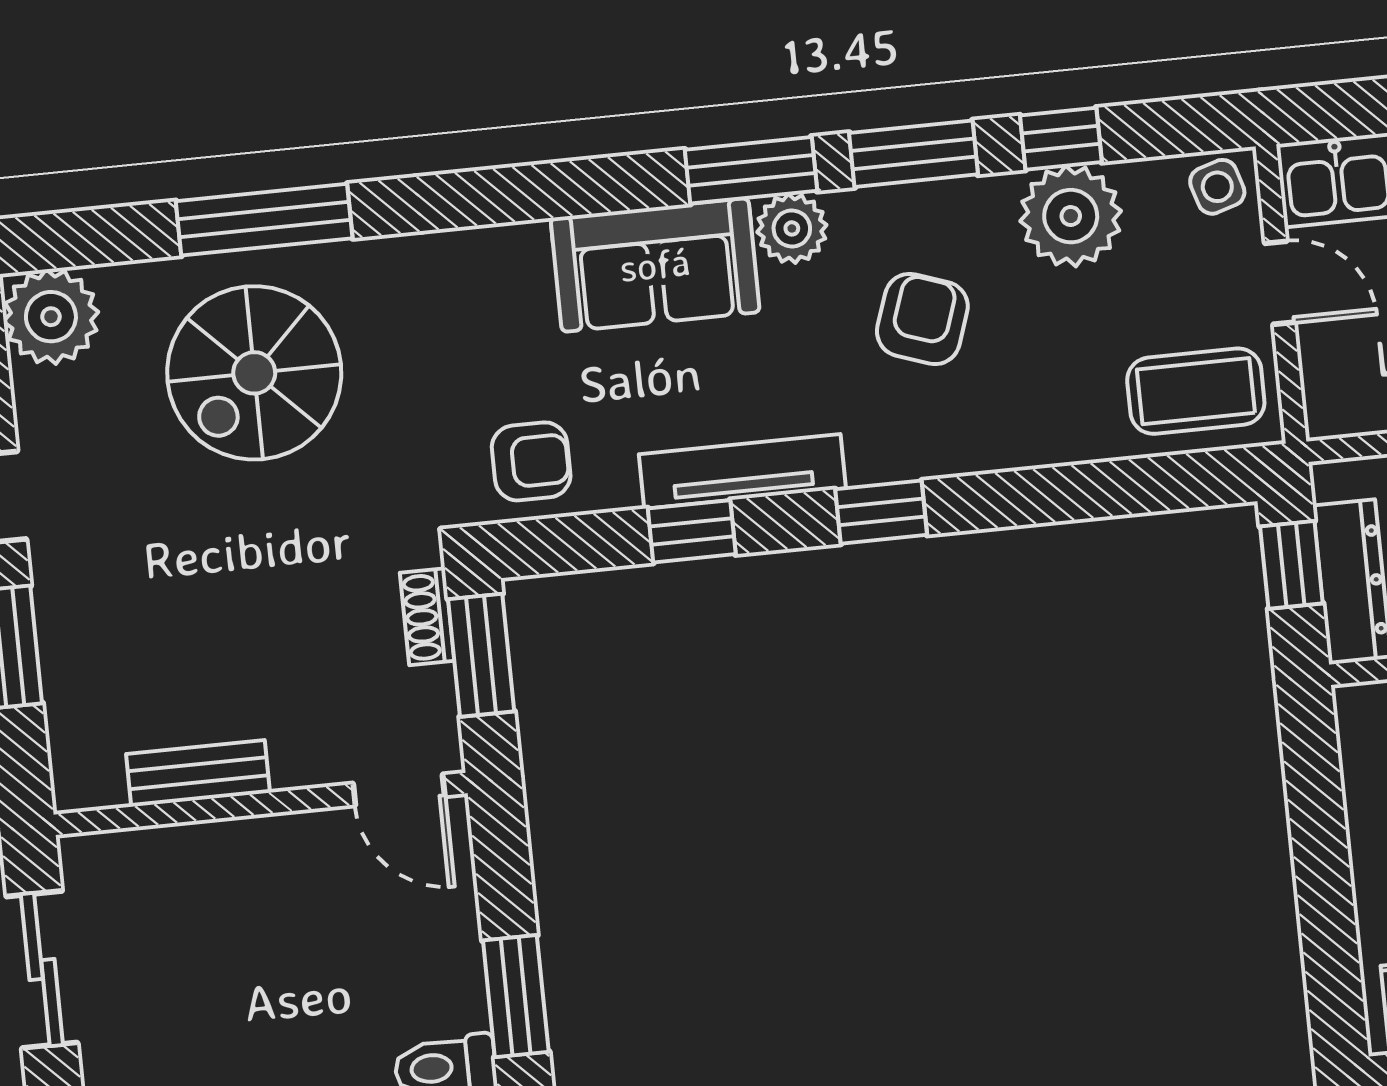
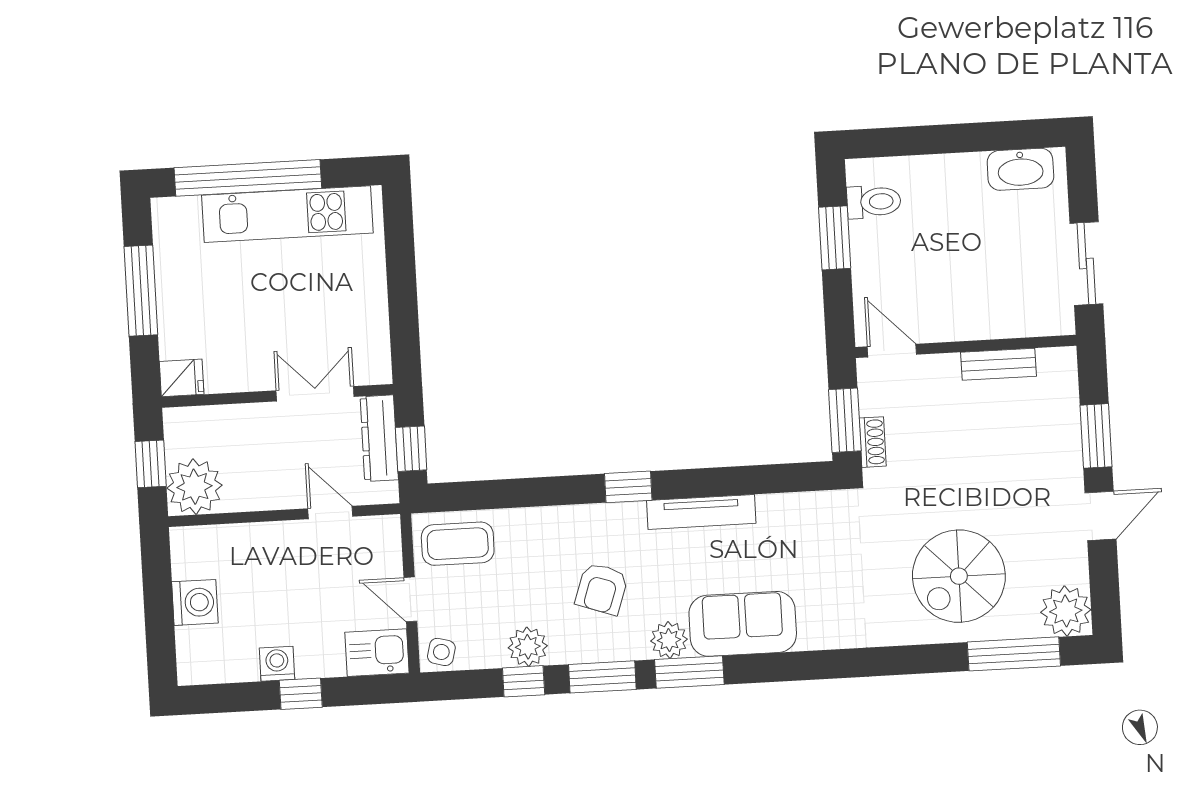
side table: (1217, 187) -> (441, 652), turned 32
plant: (1071, 216) -> (528, 647), width x0.73, depth x0.73
window: (264, 220) -> (1014, 654), moved
spiral stairs: (254, 373) -> (959, 576), turned 180
armchair: (531, 461) -> (814, 522), removed
window: (692, 531) -> (730, 481), removed

